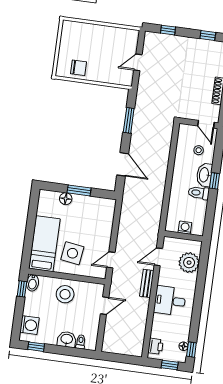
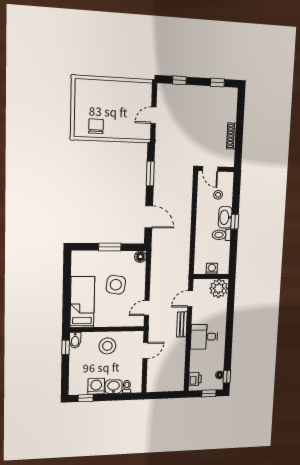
chair: (79, 68) -> (96, 126), turned -90
door: (206, 124) -> (210, 169), moved
floor lamp: (66, 199) -> (140, 257), moved
side table: (72, 253) -> (116, 285), moved
plant: (189, 263) -> (219, 288), moved
washing machine: (30, 325) -> (96, 386), moved, turned -90

